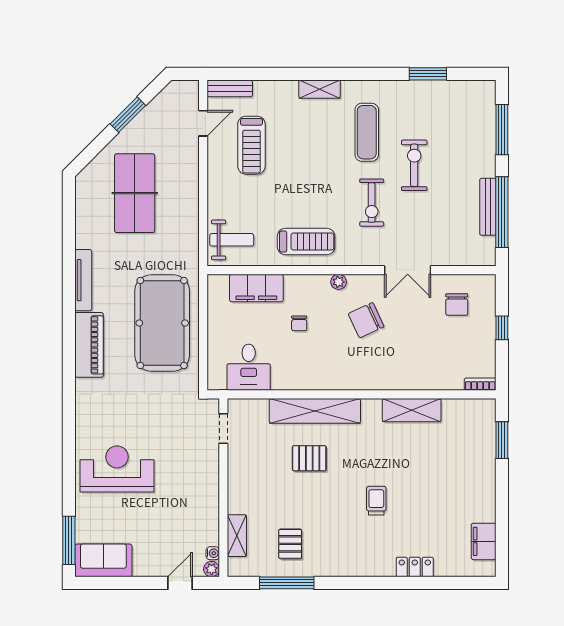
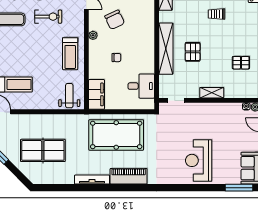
treadmill: (306, 241) -> (70, 54), turned 180
filing cabinet: (256, 288) -> (96, 94), moved
shelving: (237, 536) -> (212, 93), moved

